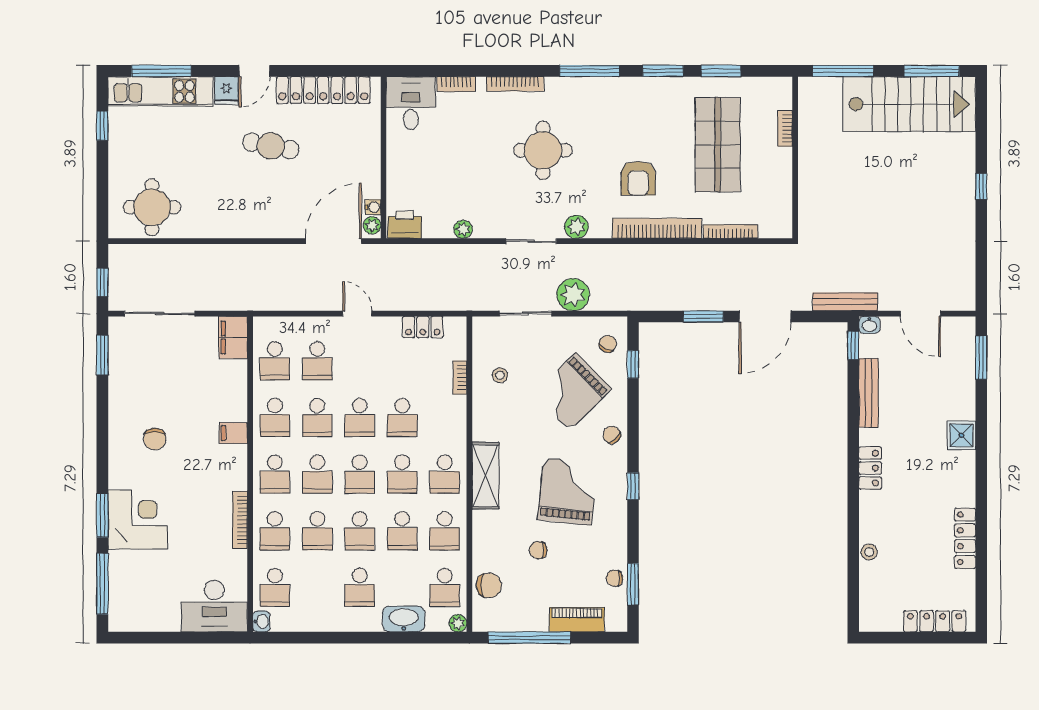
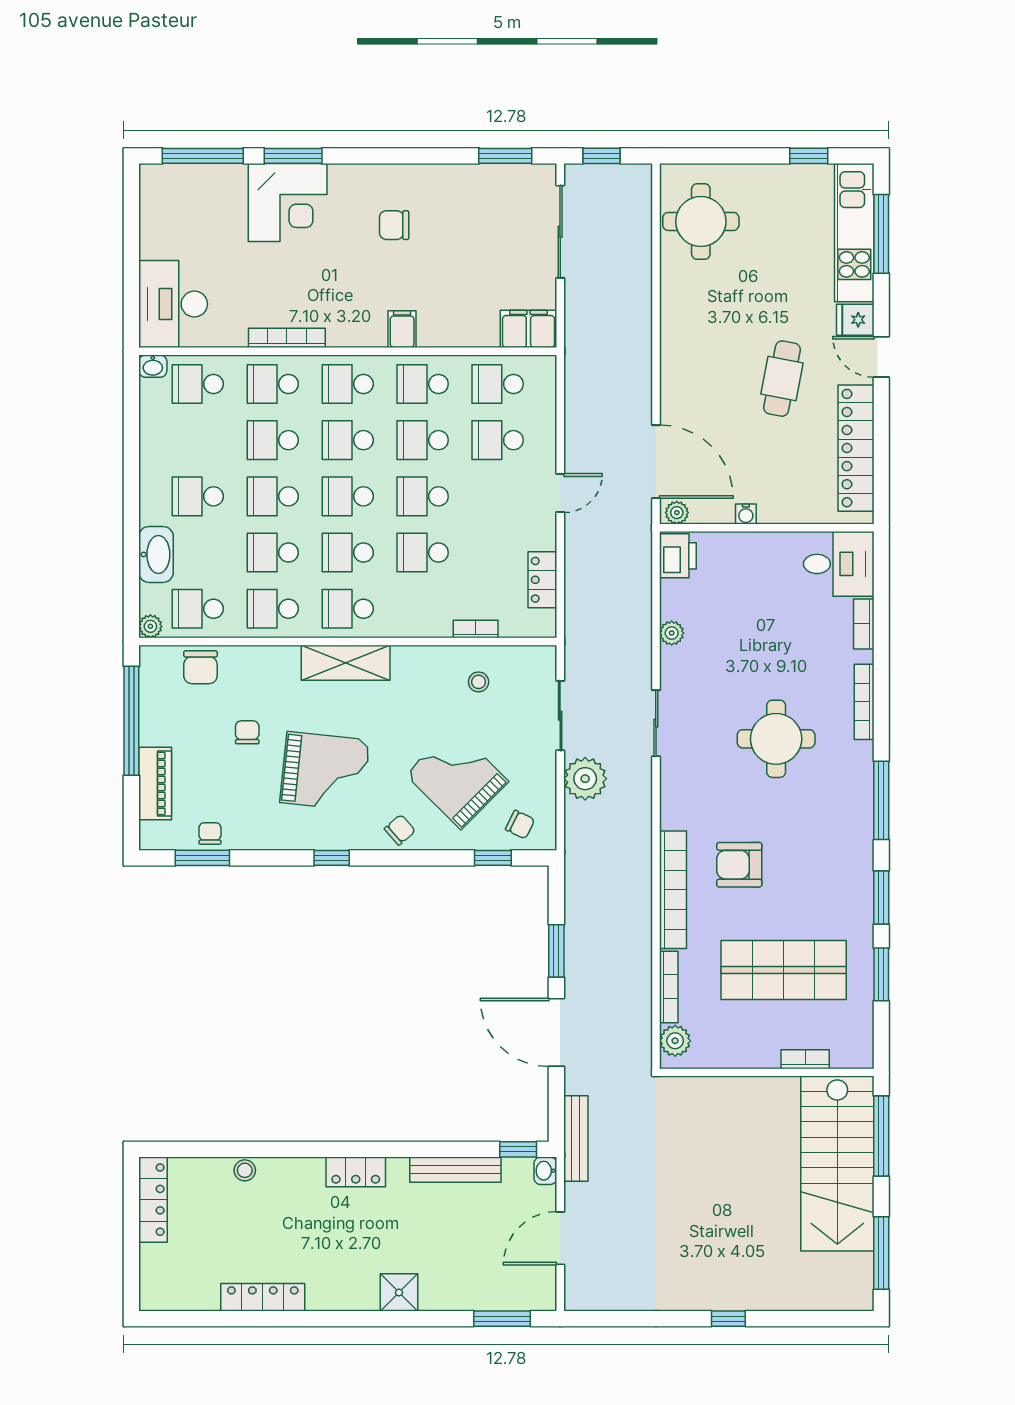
stairs: (909, 104) -> (837, 1164), moved
water cooler: (373, 207) -> (746, 514), moved
plant: (576, 227) -> (675, 1041), moved
locker: (935, 621) -> (153, 1200), moved

